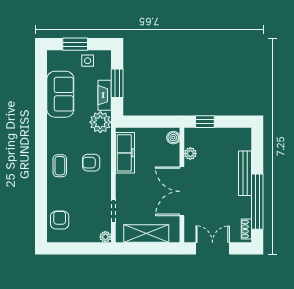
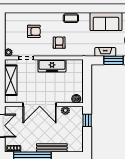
plant: (100, 122) -> (87, 49), removed
freezer: (125, 153) -> (52, 66), moved
coffee table: (60, 166) -> (71, 18), moved
double door: (182, 191) -> (40, 105), swing flipped
armchair: (60, 220) -> (34, 31), moved

